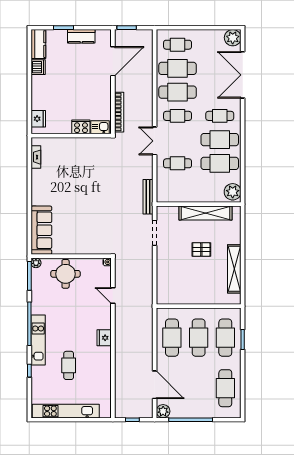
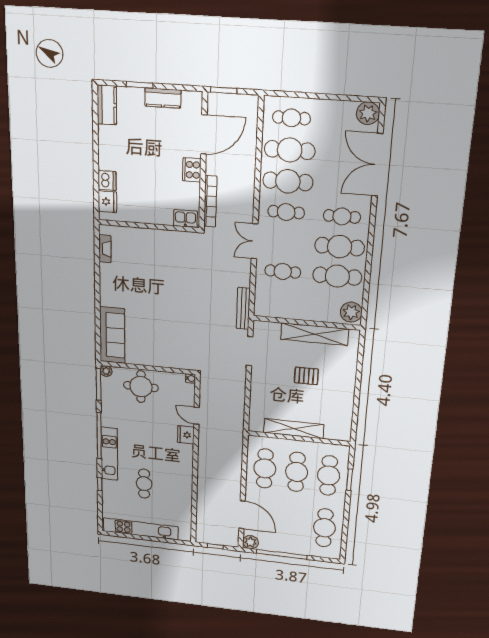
dishwasher: (38, 67) -> (107, 180), moved
cooker: (81, 127) -> (192, 170), moved, turned -90
shelving: (234, 269) -> (294, 429), moved, turned 90
fridge: (104, 338) -> (186, 435), moved

